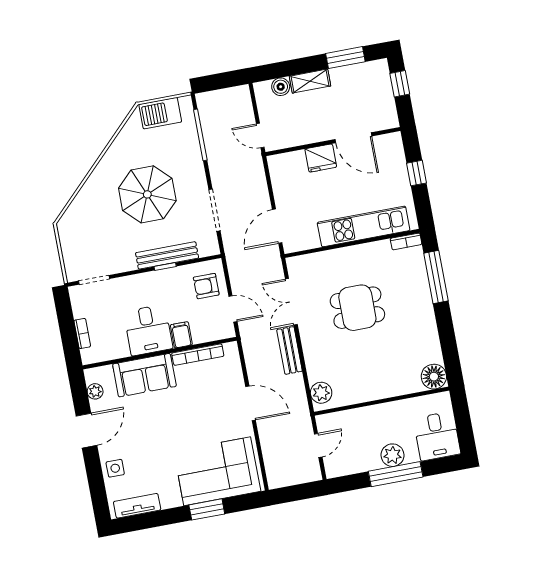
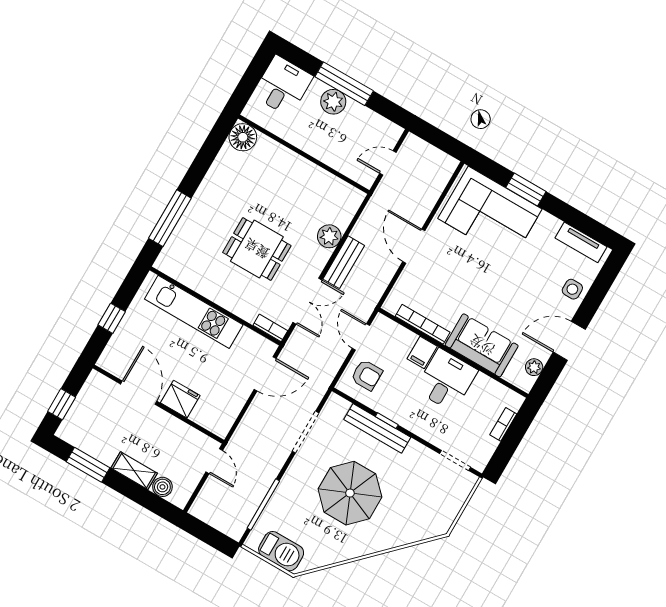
bookcase: (406, 241) -> (270, 328), moved
plant: (321, 393) -> (329, 236), moved

